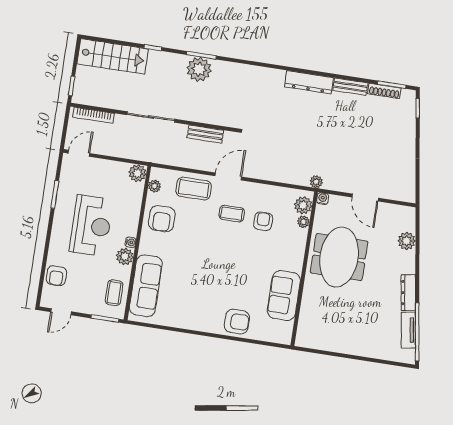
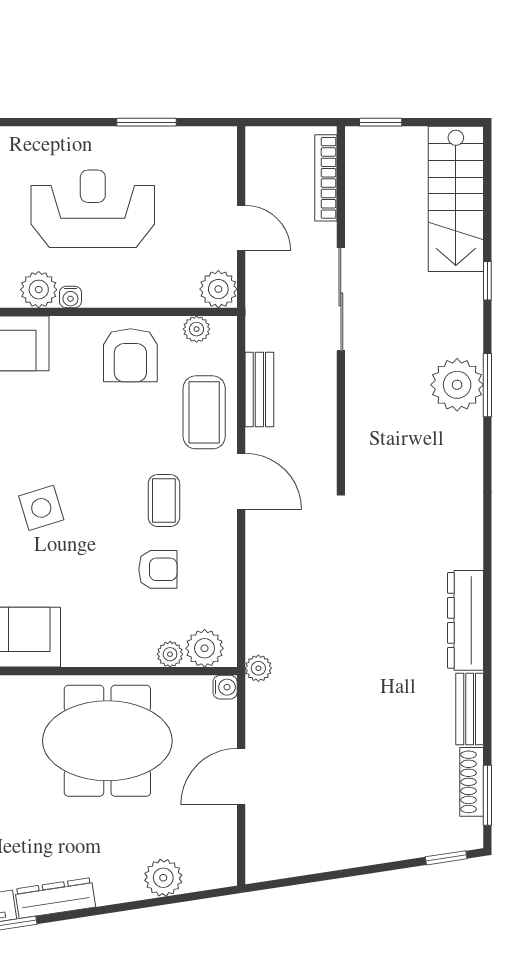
bench: (205, 134) -> (259, 389), moved
door: (79, 153) -> (241, 228), moved
armchair: (162, 219) -> (130, 355), turned -90
reception desk: (91, 226) -> (93, 209), turned 180
side table: (226, 271) -> (41, 508), added

